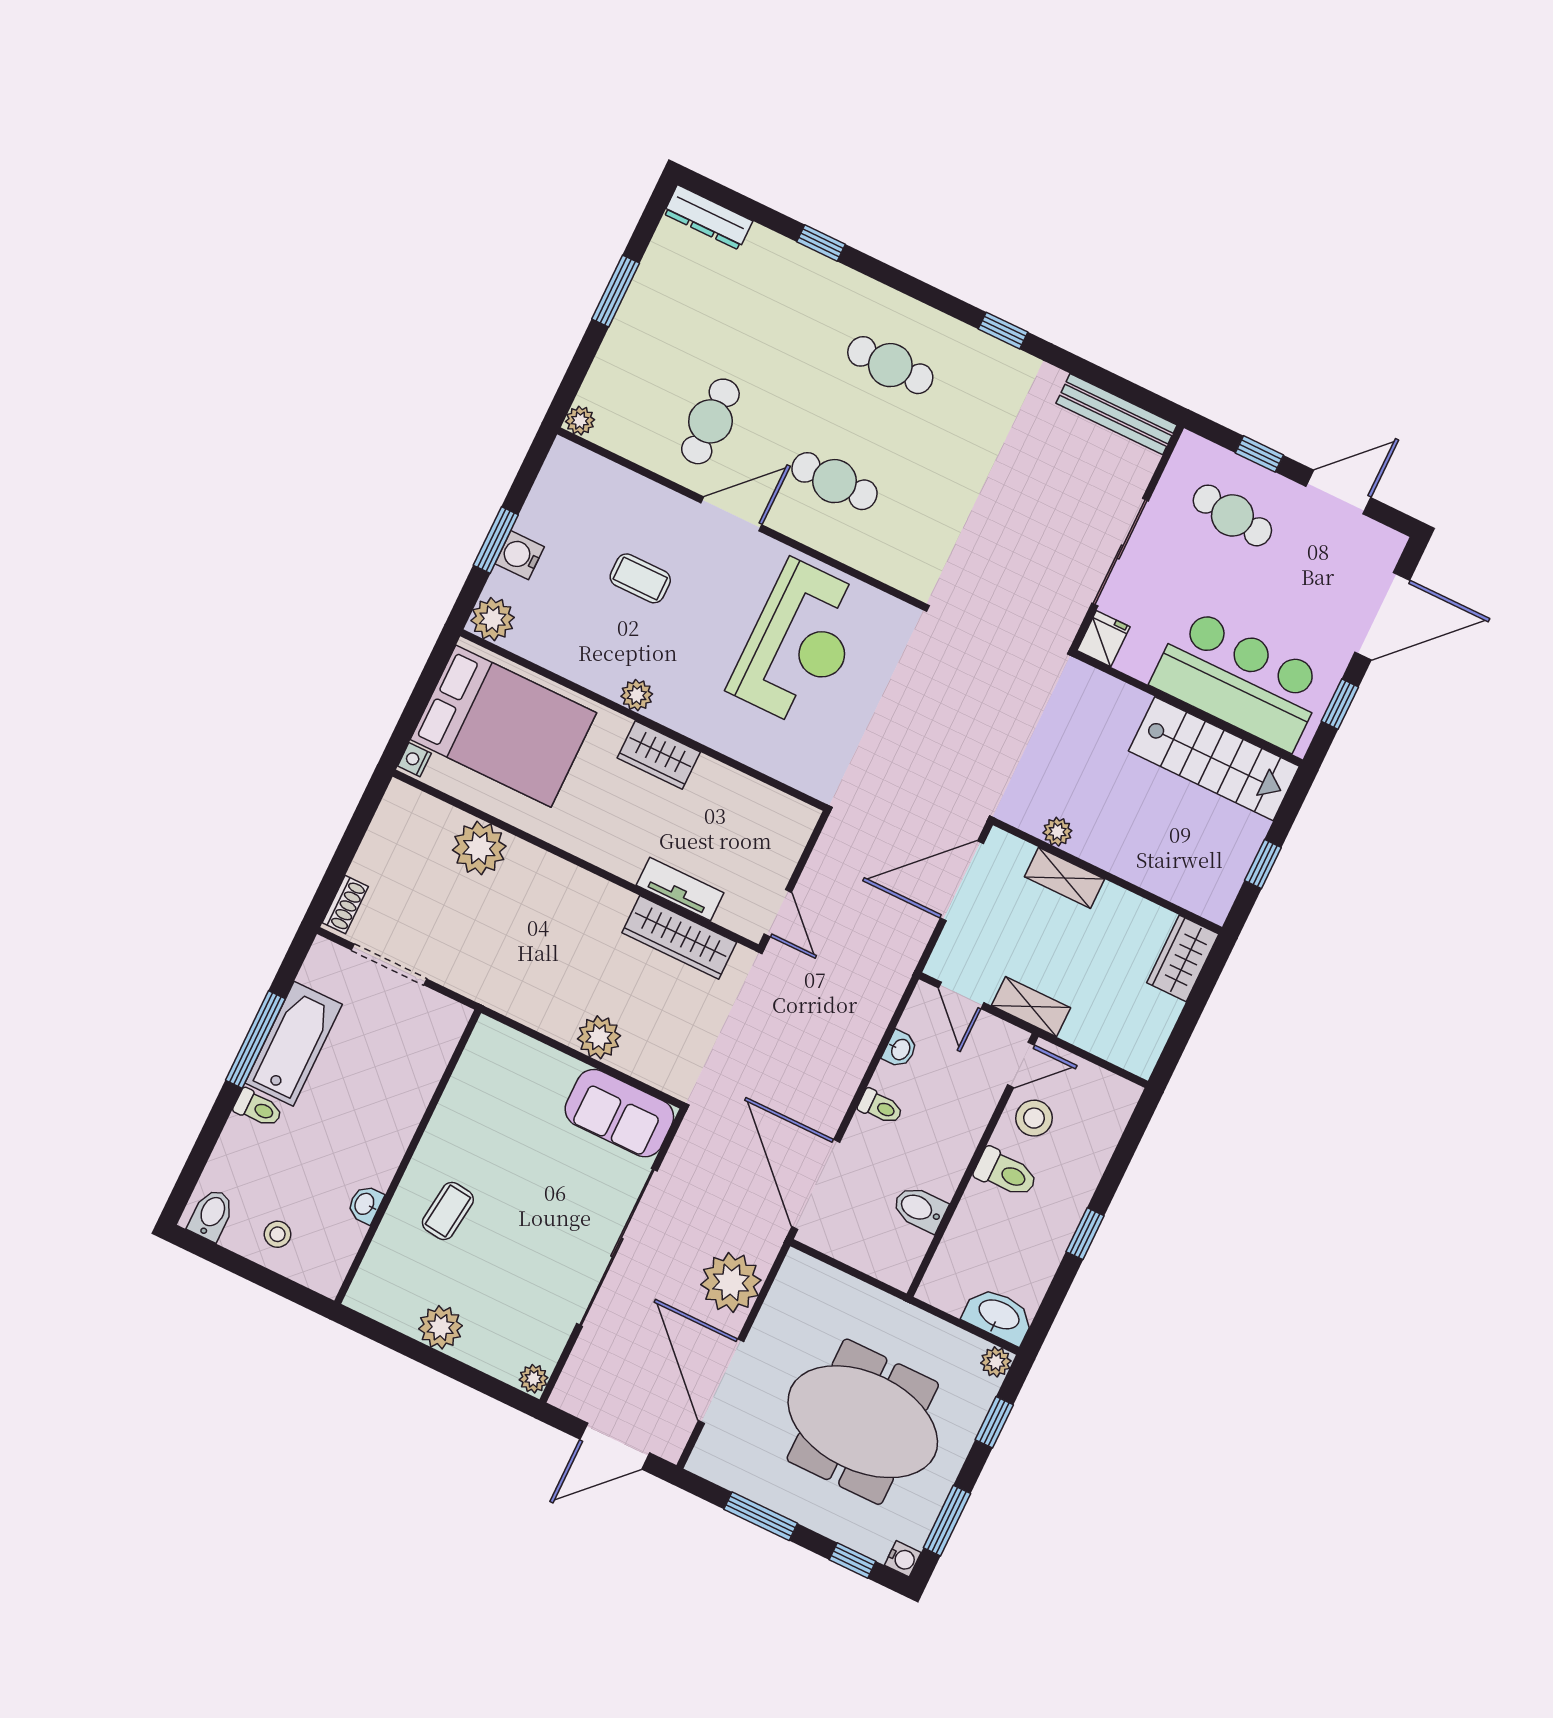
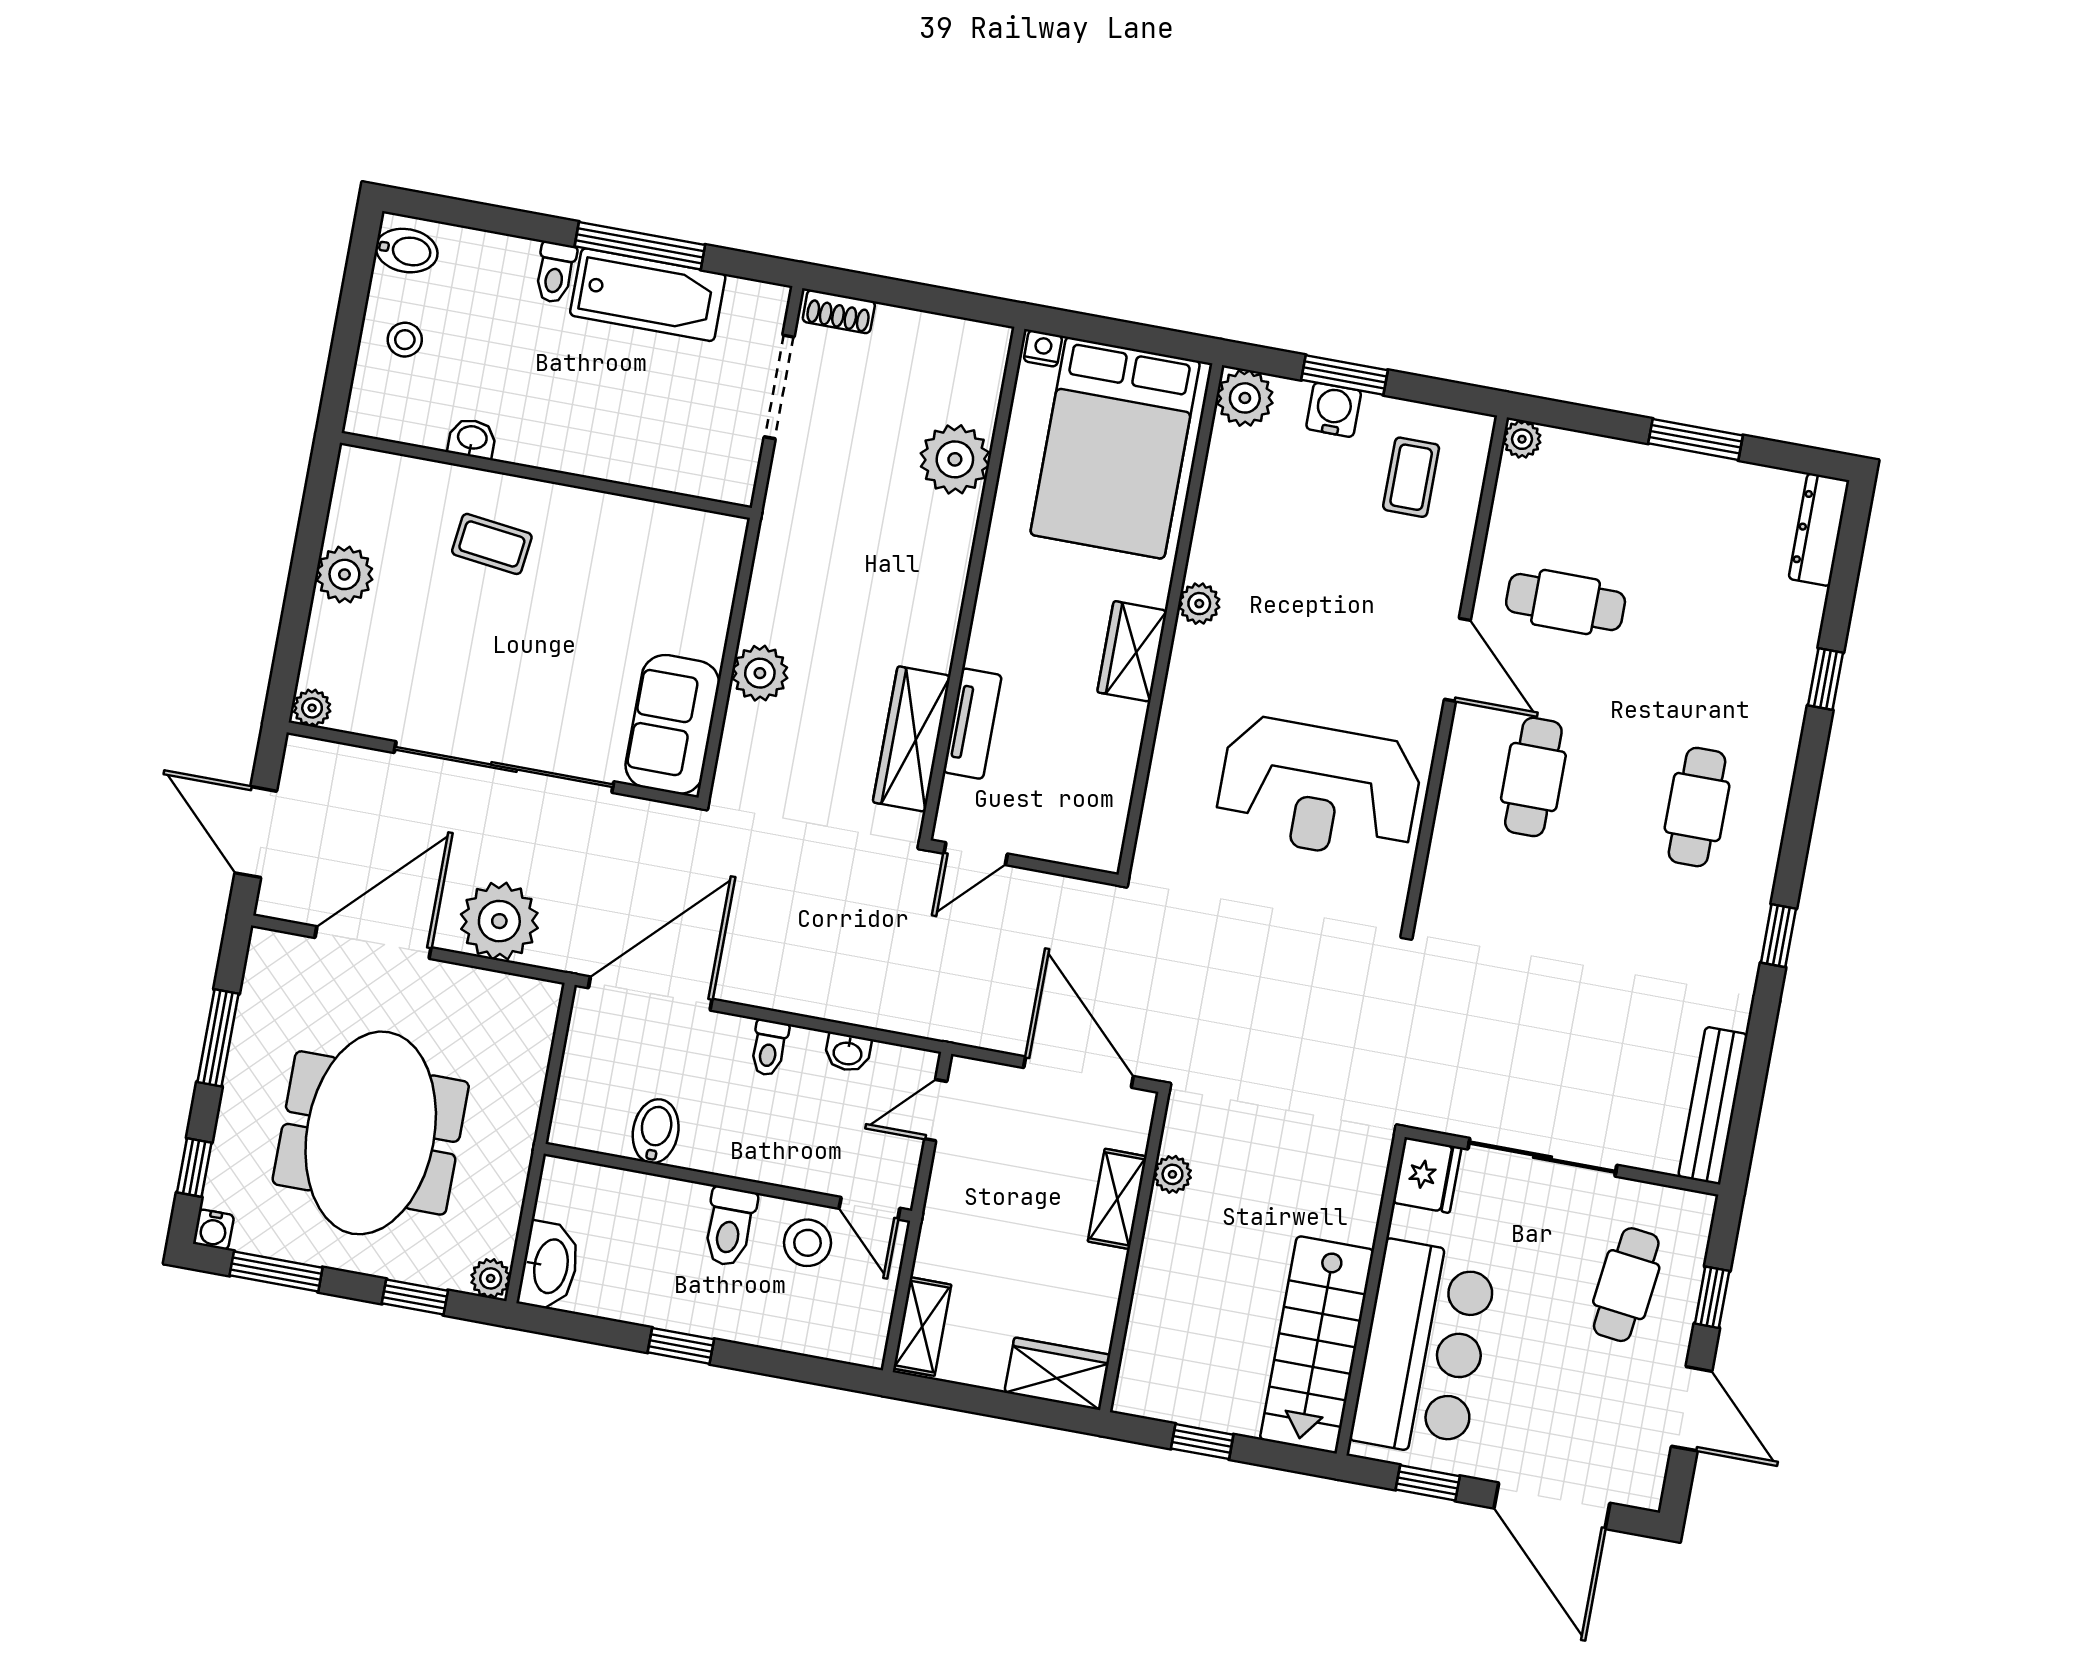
coffee table: (640, 578) -> (1411, 477), moved
fridge: (1103, 639) -> (1427, 1175), width x1.38
shelving: (1031, 1007) -> (922, 1327), moved

